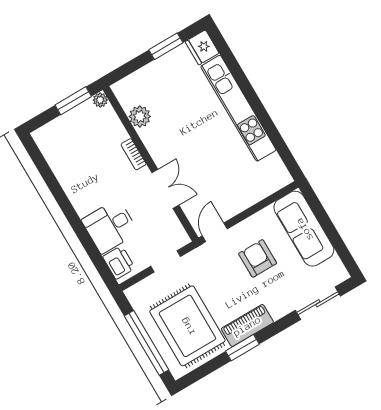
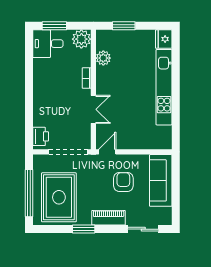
window: (166, 46) -> (124, 26), moved
plant: (100, 100) -> (81, 39), width x1.87, depth x1.87
window: (73, 101) -> (54, 26), moved
desk: (110, 226) -> (48, 44), moved
doorway: (166, 261) -> (68, 152), width x1.87
piano: (247, 326) -> (109, 218), moved

